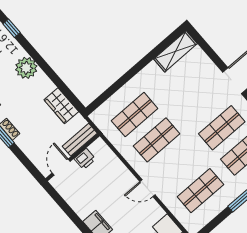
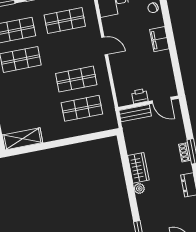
plant: (26, 68) -> (139, 189), width x0.53, depth x0.53
wardrobe: (61, 106) -> (138, 168), moved
door: (61, 167) -> (162, 100), hinge flipped

